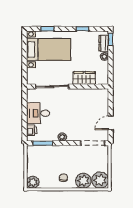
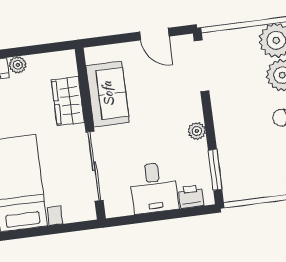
sofa: (85, 97) -> (108, 94), added

